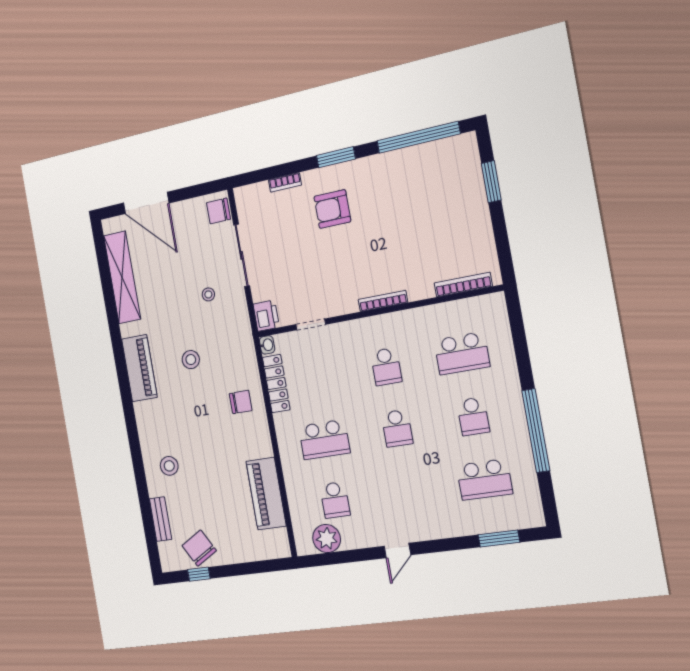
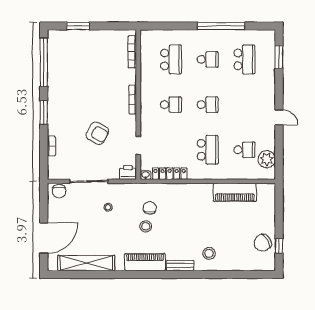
armchair: (332, 209) -> (97, 133), moved, turned -61
chair: (241, 402) -> (150, 208), moved
bench: (161, 519) -> (180, 266), moved

